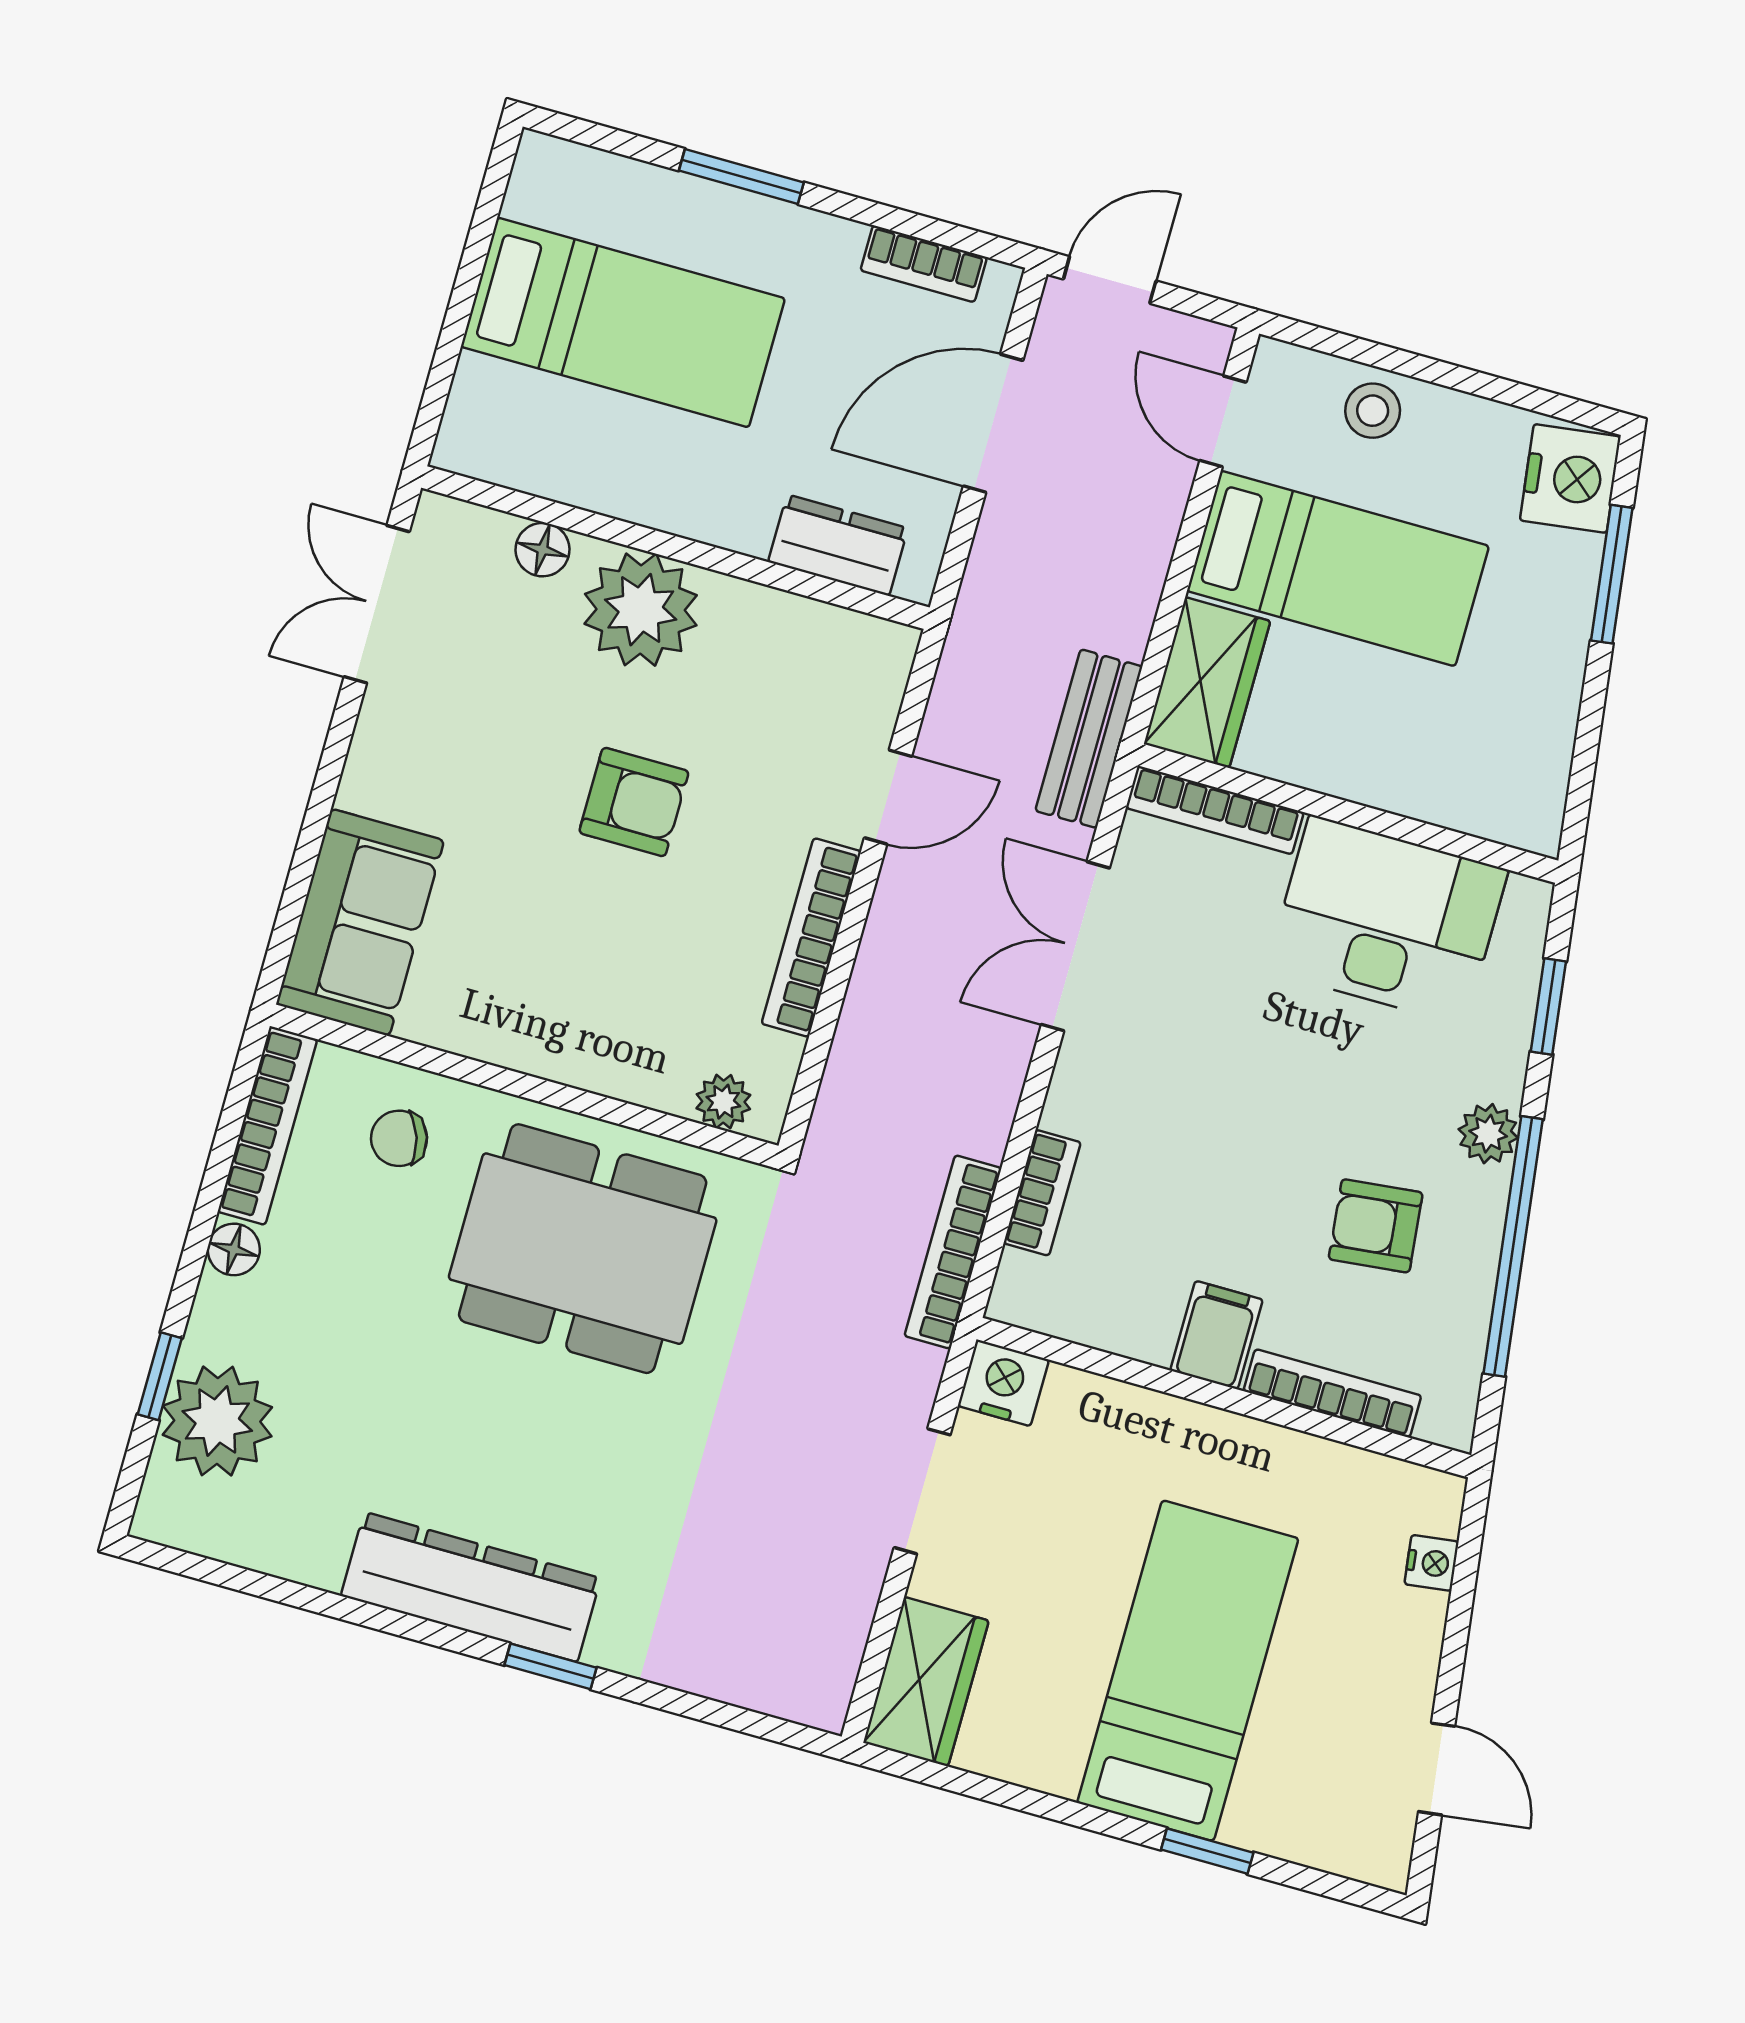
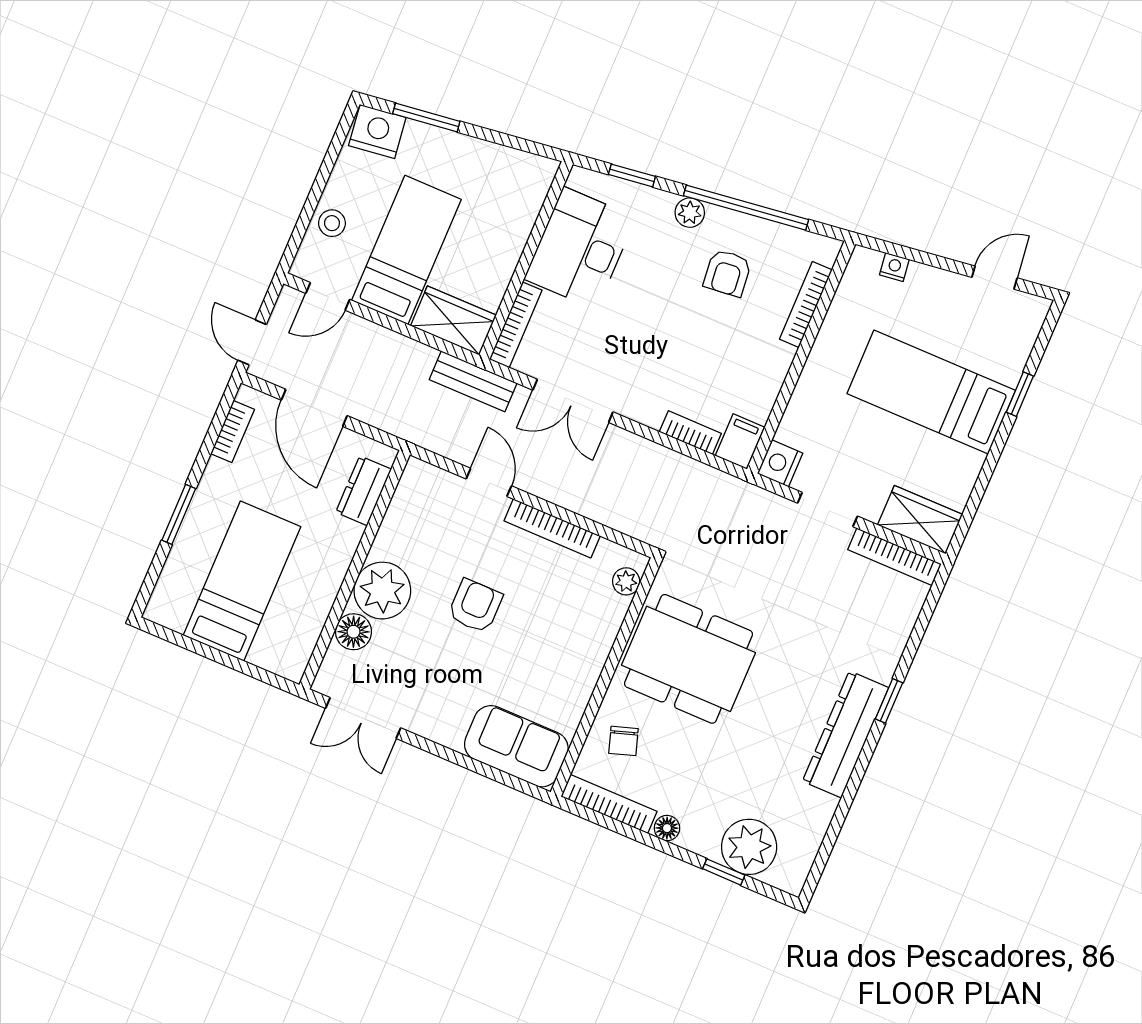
floor lamp: (543, 550) -> (353, 632), width x1.37, depth x1.37
dining table: (583, 1249) -> (688, 659), turned 90
bookcase: (953, 1252) -> (895, 557), moved
filing cabinet: (1216, 1335) -> (740, 441), moved, turned 90

